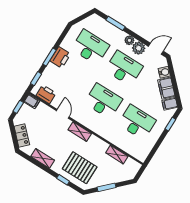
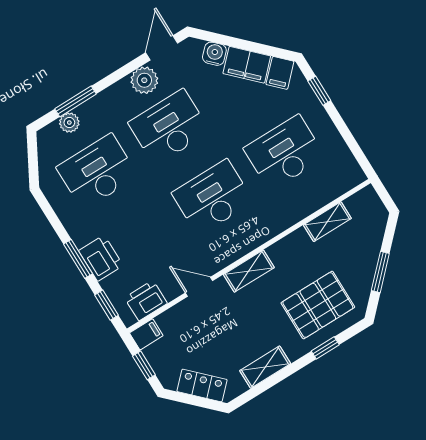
plant: (129, 40) -> (69, 123), moved
printer: (60, 57) -> (101, 258), moved

